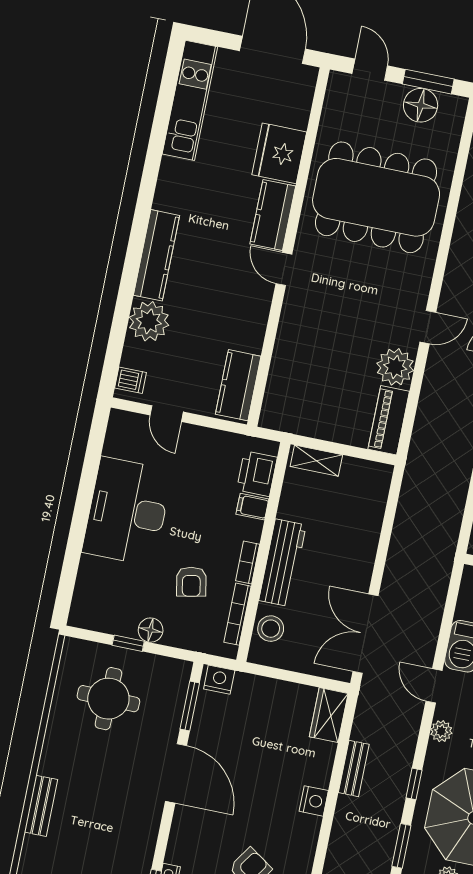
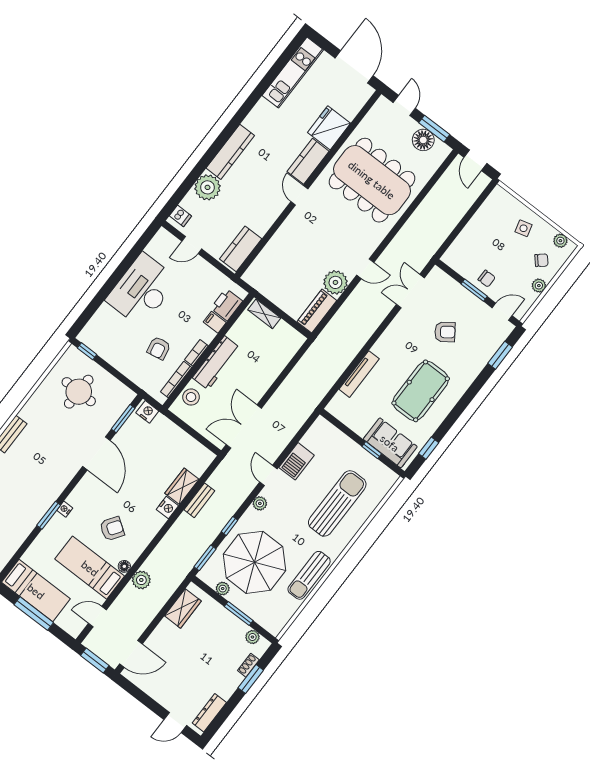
door: (167, 414) -> (192, 245), hinge flipped
floor lamp: (151, 630) -> (122, 364), removed
window: (128, 643) -> (87, 351), moved
wardrobe: (329, 715) -> (182, 486), moved

